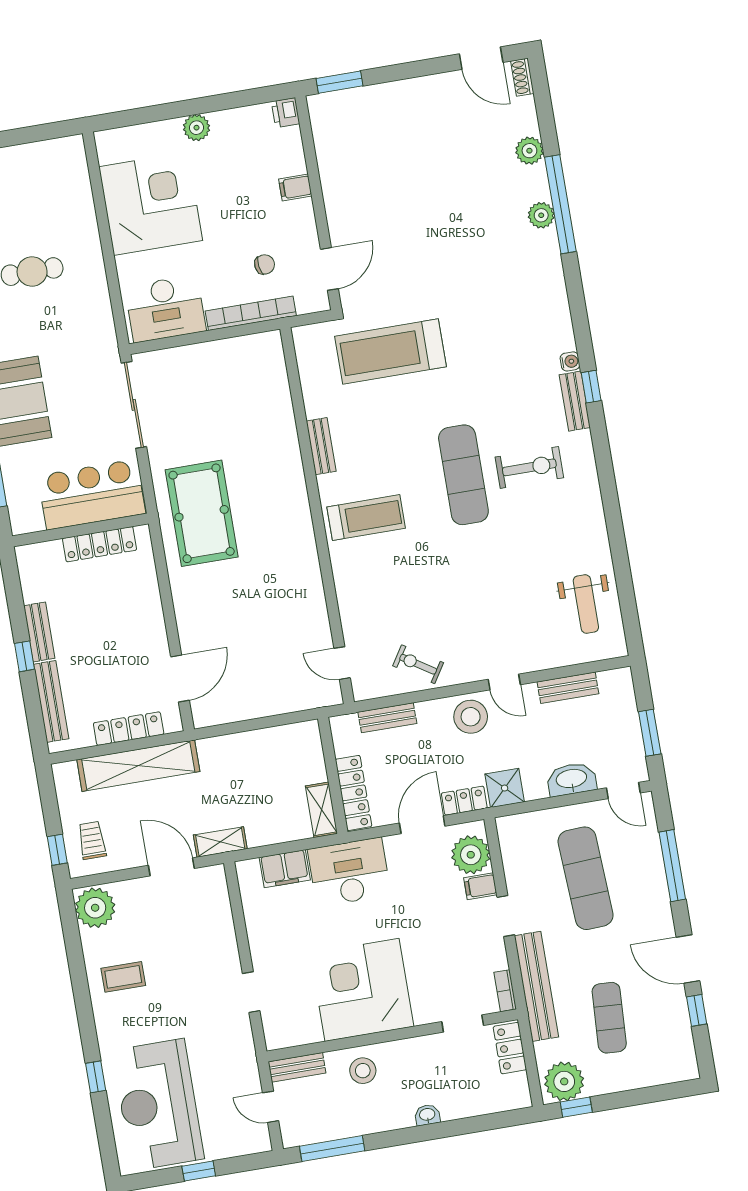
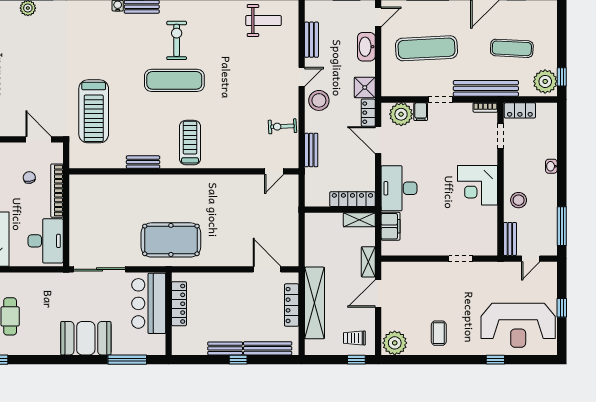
exercise bike: (418, 664) -> (282, 126), turned 54
wall: (333, 775) -> (340, 210), moved
locker: (354, 793) -> (352, 199), moved
shelving: (322, 810) -> (359, 220), moved
corner desk: (362, 990) -> (478, 185), width x0.74, depth x0.74

